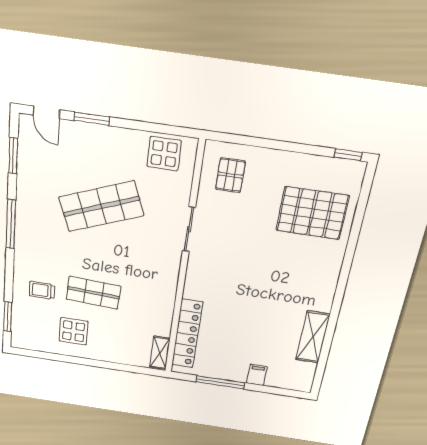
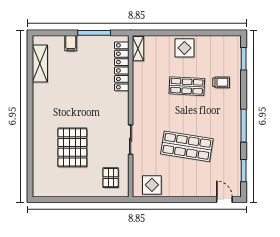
window: (92, 119) -> (197, 200), removed
window: (348, 155) -> (45, 200), removed
shop shelf: (101, 206) -> (187, 146), turned 30
pallet: (312, 213) -> (72, 147), moved, turned 90
display table: (74, 331) -> (184, 48), moved
shelving: (313, 337) -> (40, 63), moved

